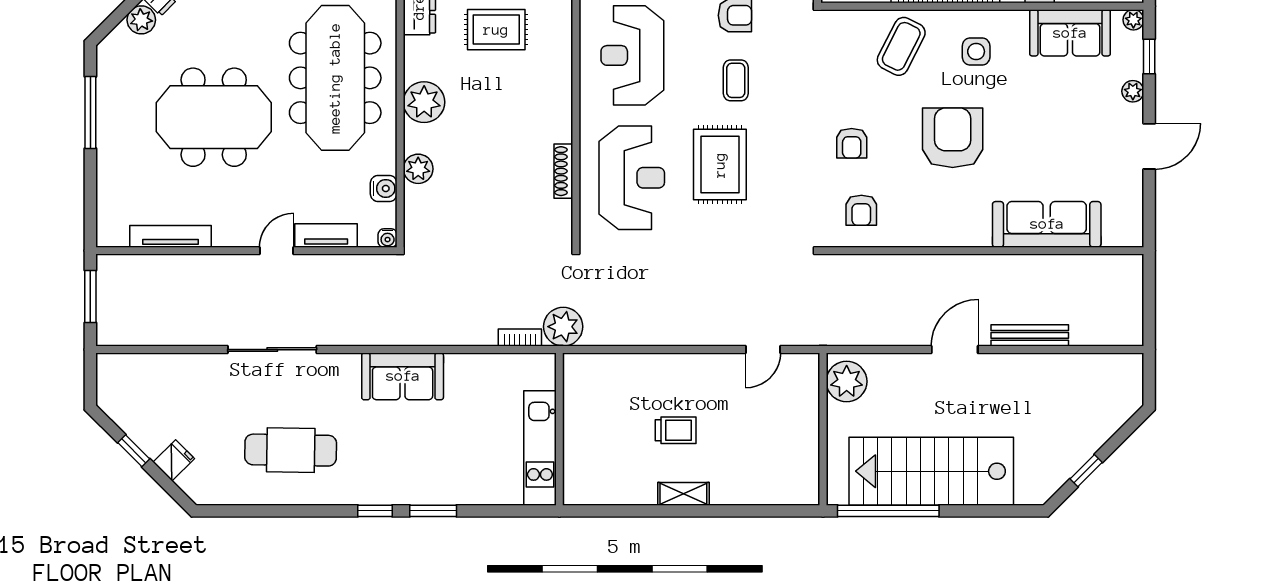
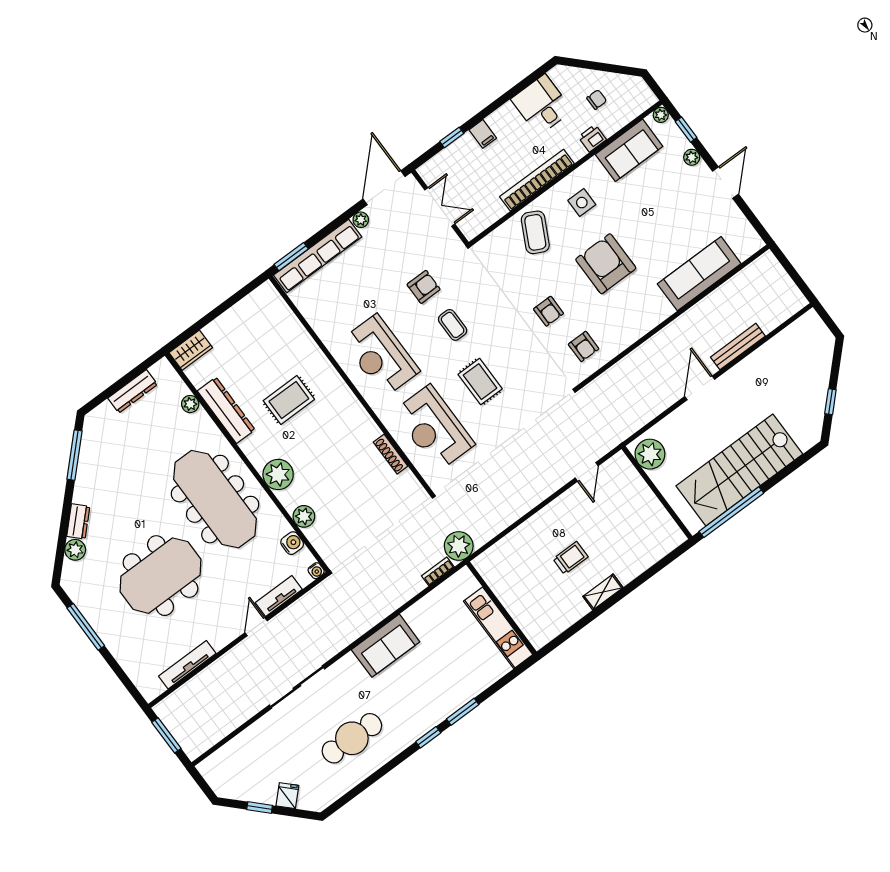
rug: (720, 165) -> (480, 382), width x0.73, depth x0.70
reception desk: (632, 178) -> (434, 428), turned 180

